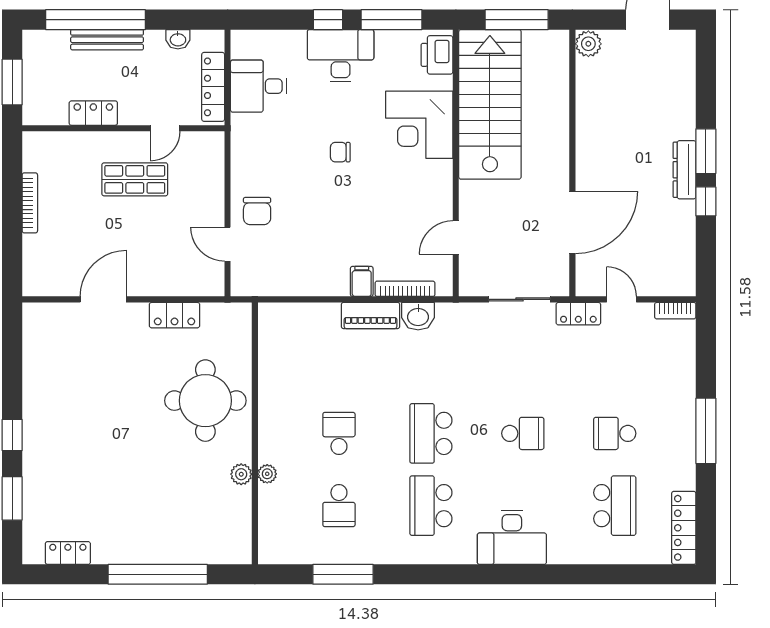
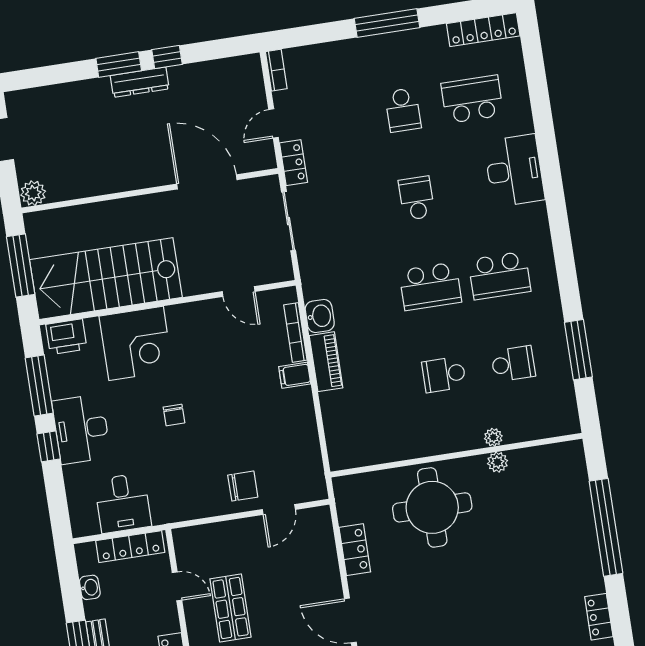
desk: (512, 537) -> (514, 171), moved

